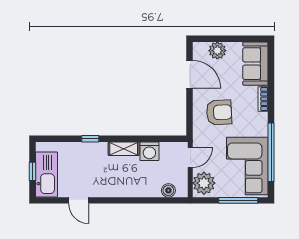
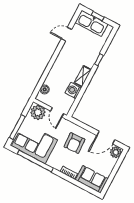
plant: (217, 51) -> (116, 152), moved

